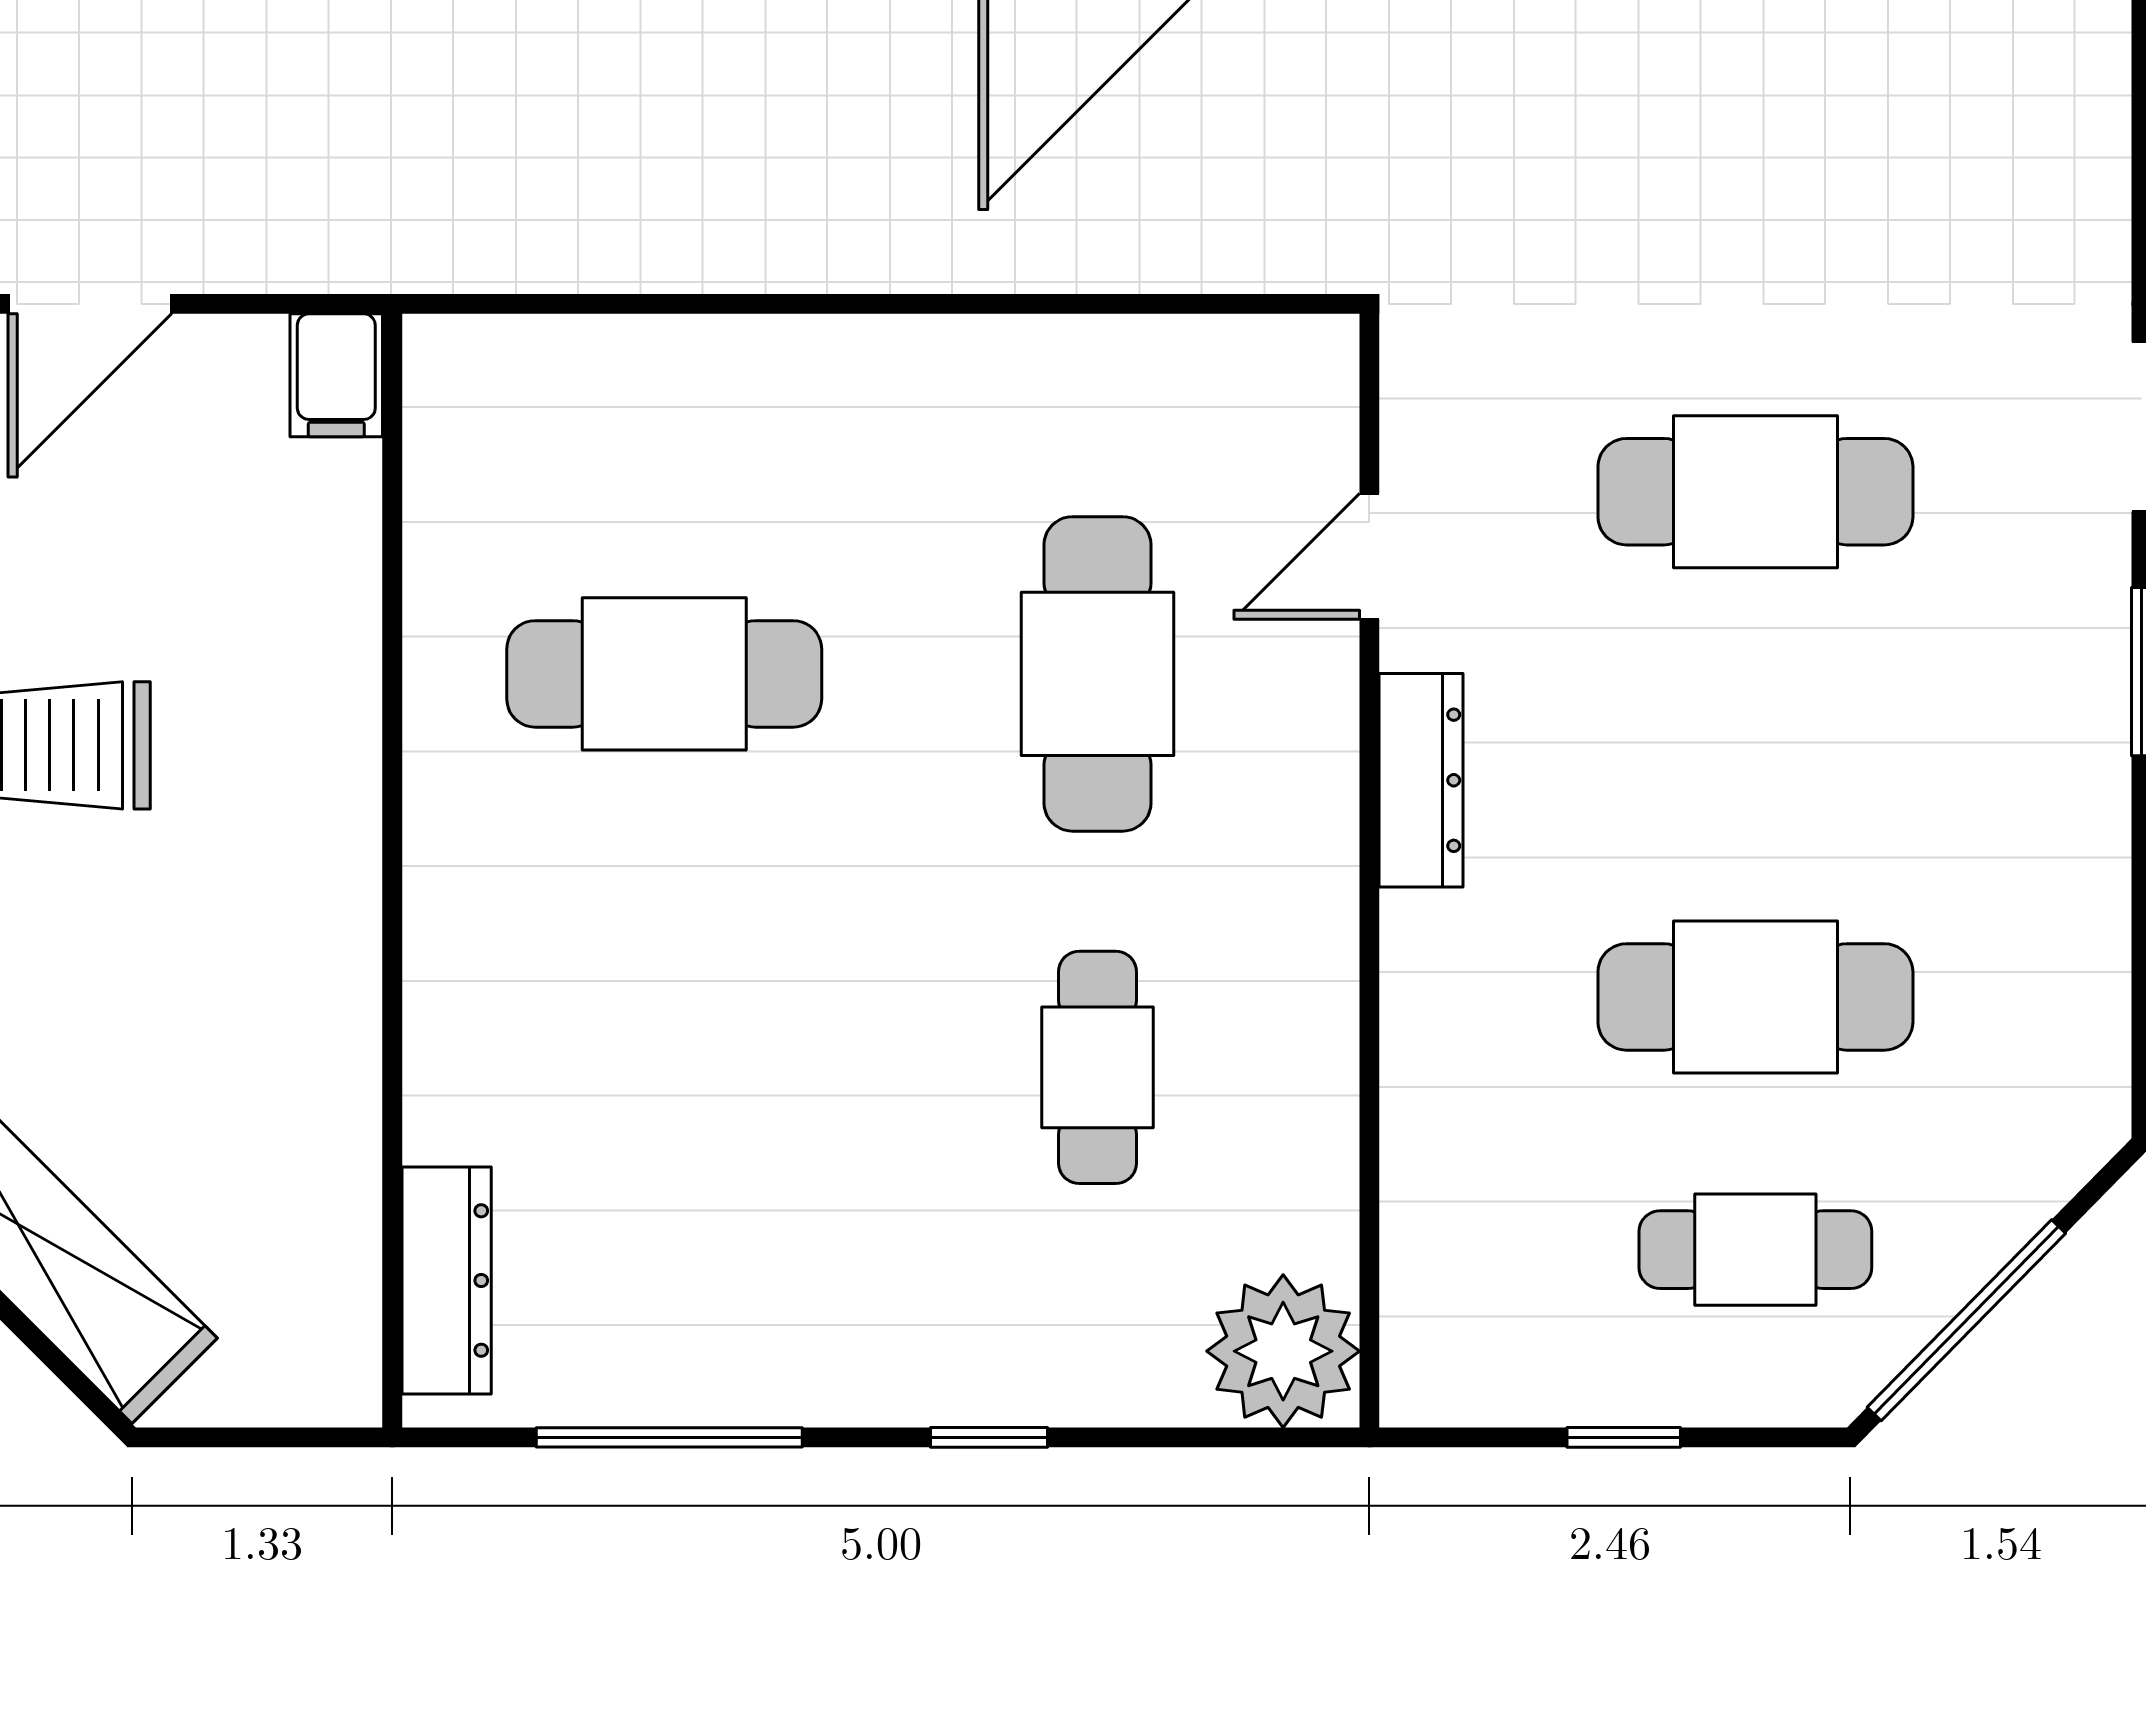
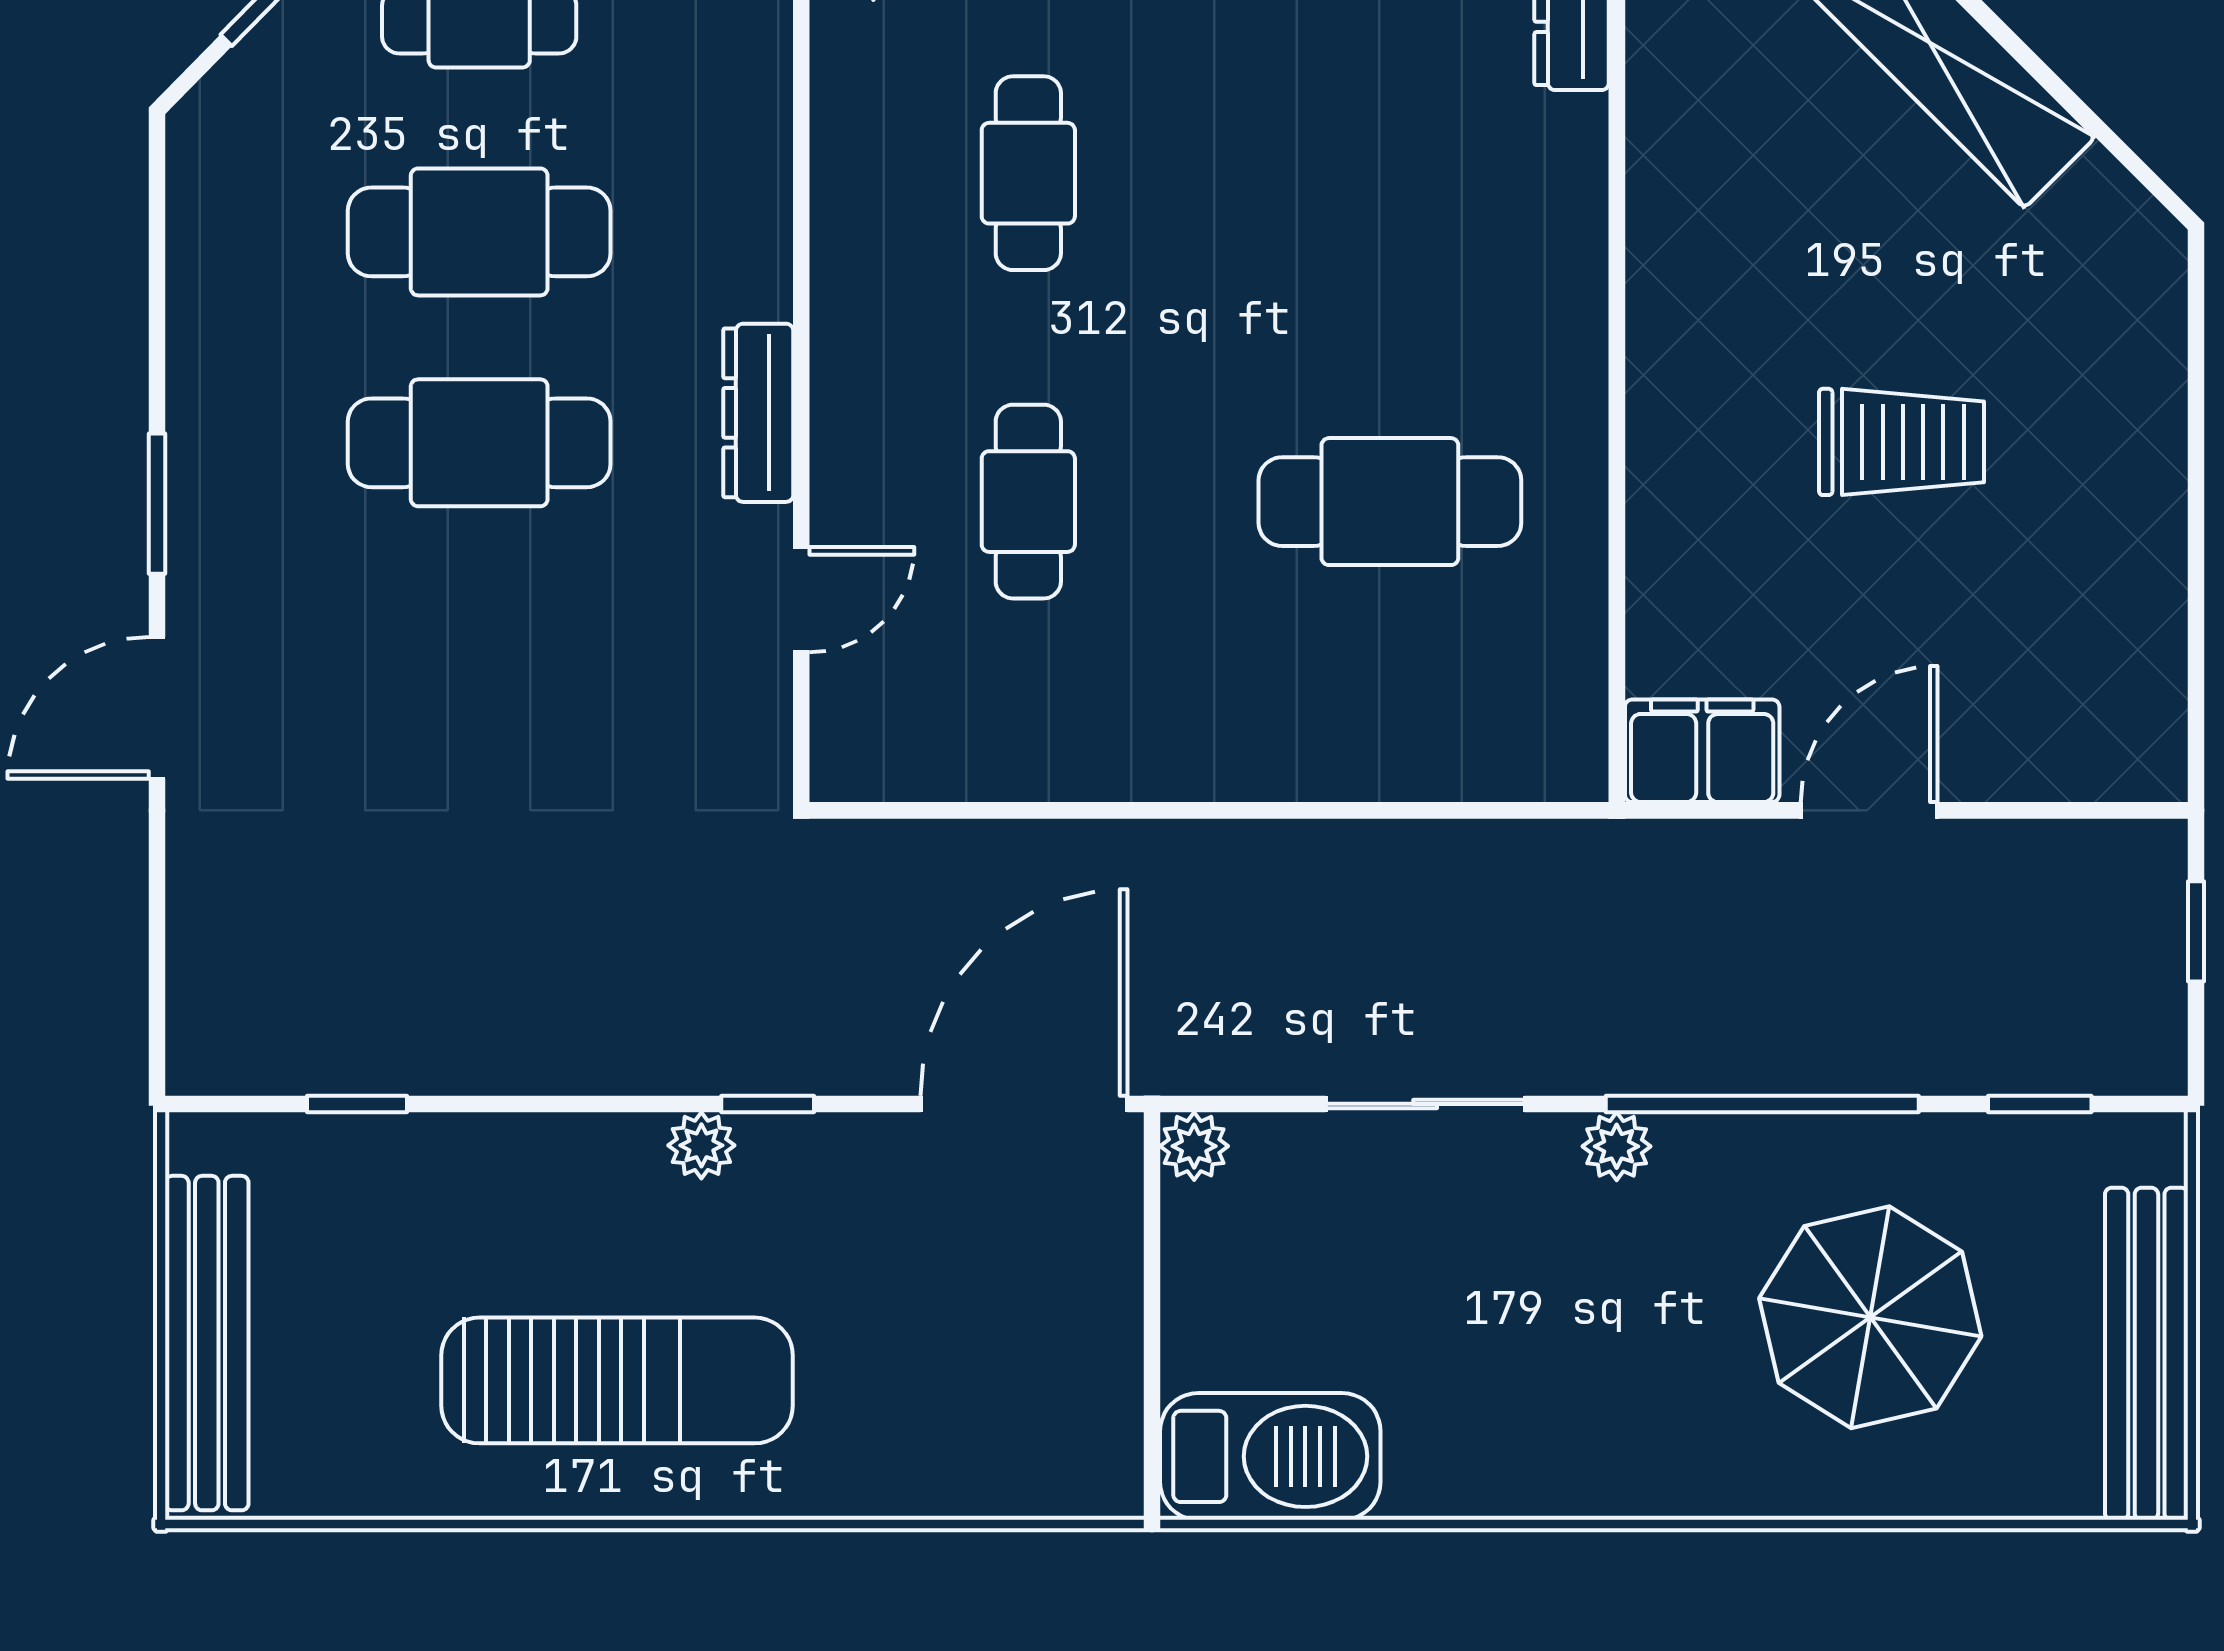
filing cabinet: (336, 375) -> (1702, 751), width x2.00
cafe table: (1755, 492) -> (479, 443), moved
cafe table: (1097, 674) -> (1028, 502), width x0.73, depth x0.74

